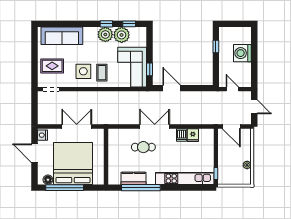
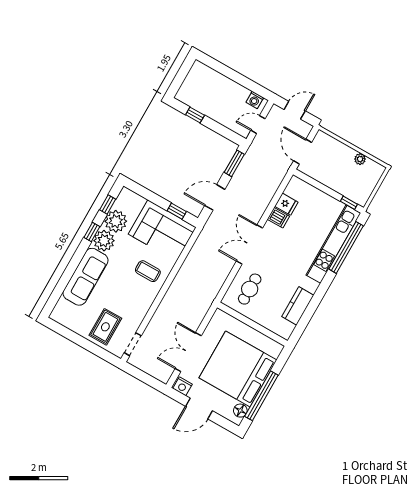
sofa: (62, 36) -> (86, 277), moved
washing machine: (242, 53) -> (255, 100), moved, width x0.53, depth x0.53
side table: (83, 71) -> (133, 293), removed
window: (200, 88) -> (234, 163), added
double door: (77, 126) -> (188, 352), moved
door: (231, 126) -> (303, 152), swing flipped
cafe table: (143, 147) -> (250, 289), moved
window: (141, 188) -> (346, 247), moved

